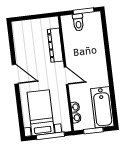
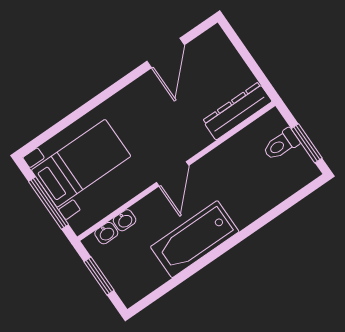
dresser: (55, 45) -> (237, 111), moved
door: (15, 74) -> (166, 53), moved
bathtub: (102, 107) -> (195, 239), moved

